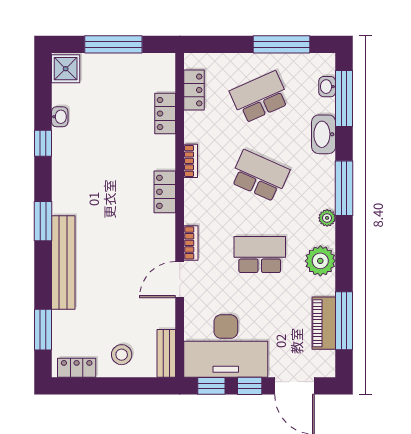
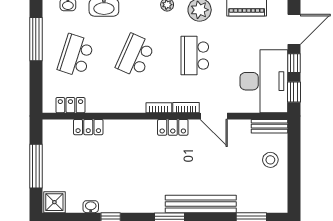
school desk: (260, 97) -> (76, 56), turned 42
bookcase: (191, 161) -> (159, 108), moved
locker: (165, 192) -> (173, 127), moved
locker: (77, 368) -> (280, 194), removed

